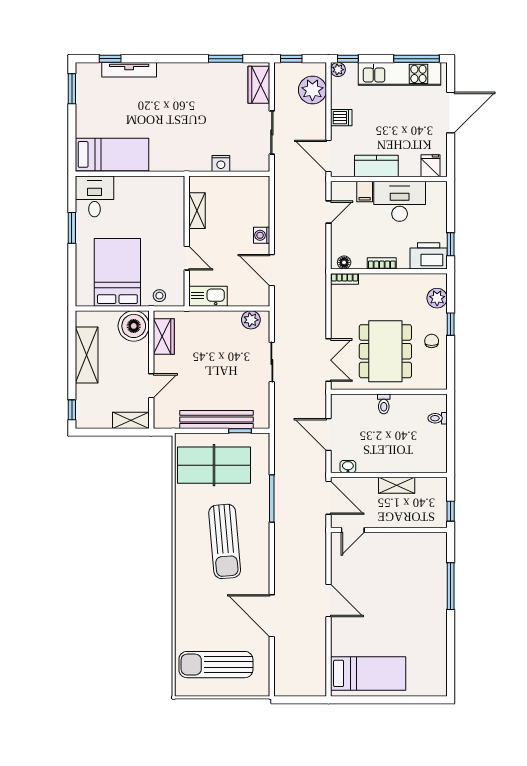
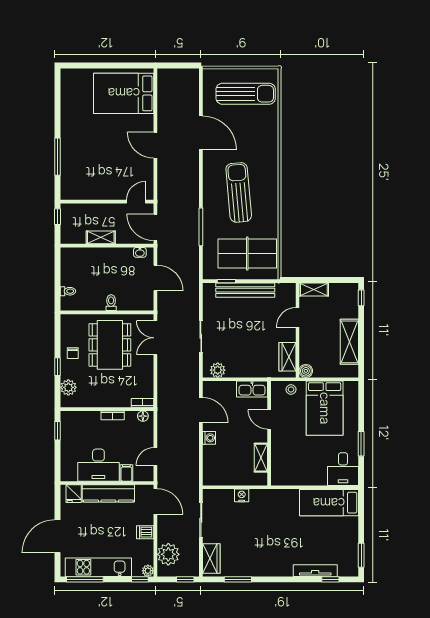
kitchen counter: (376, 166) -> (108, 493), width x1.50
printer: (429, 256) -> (75, 421), removed
boiler: (134, 326) -> (306, 371), width x0.54, depth x0.54
bed: (368, 673) -> (124, 93), width x1.50

